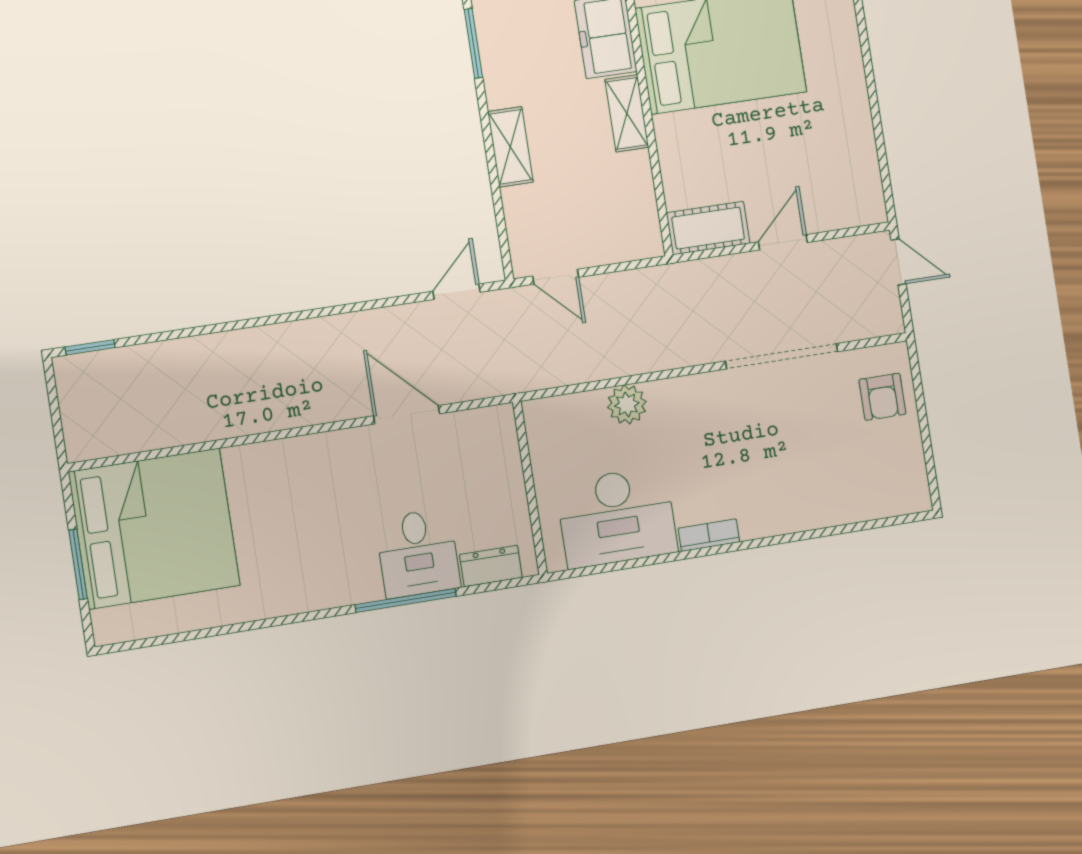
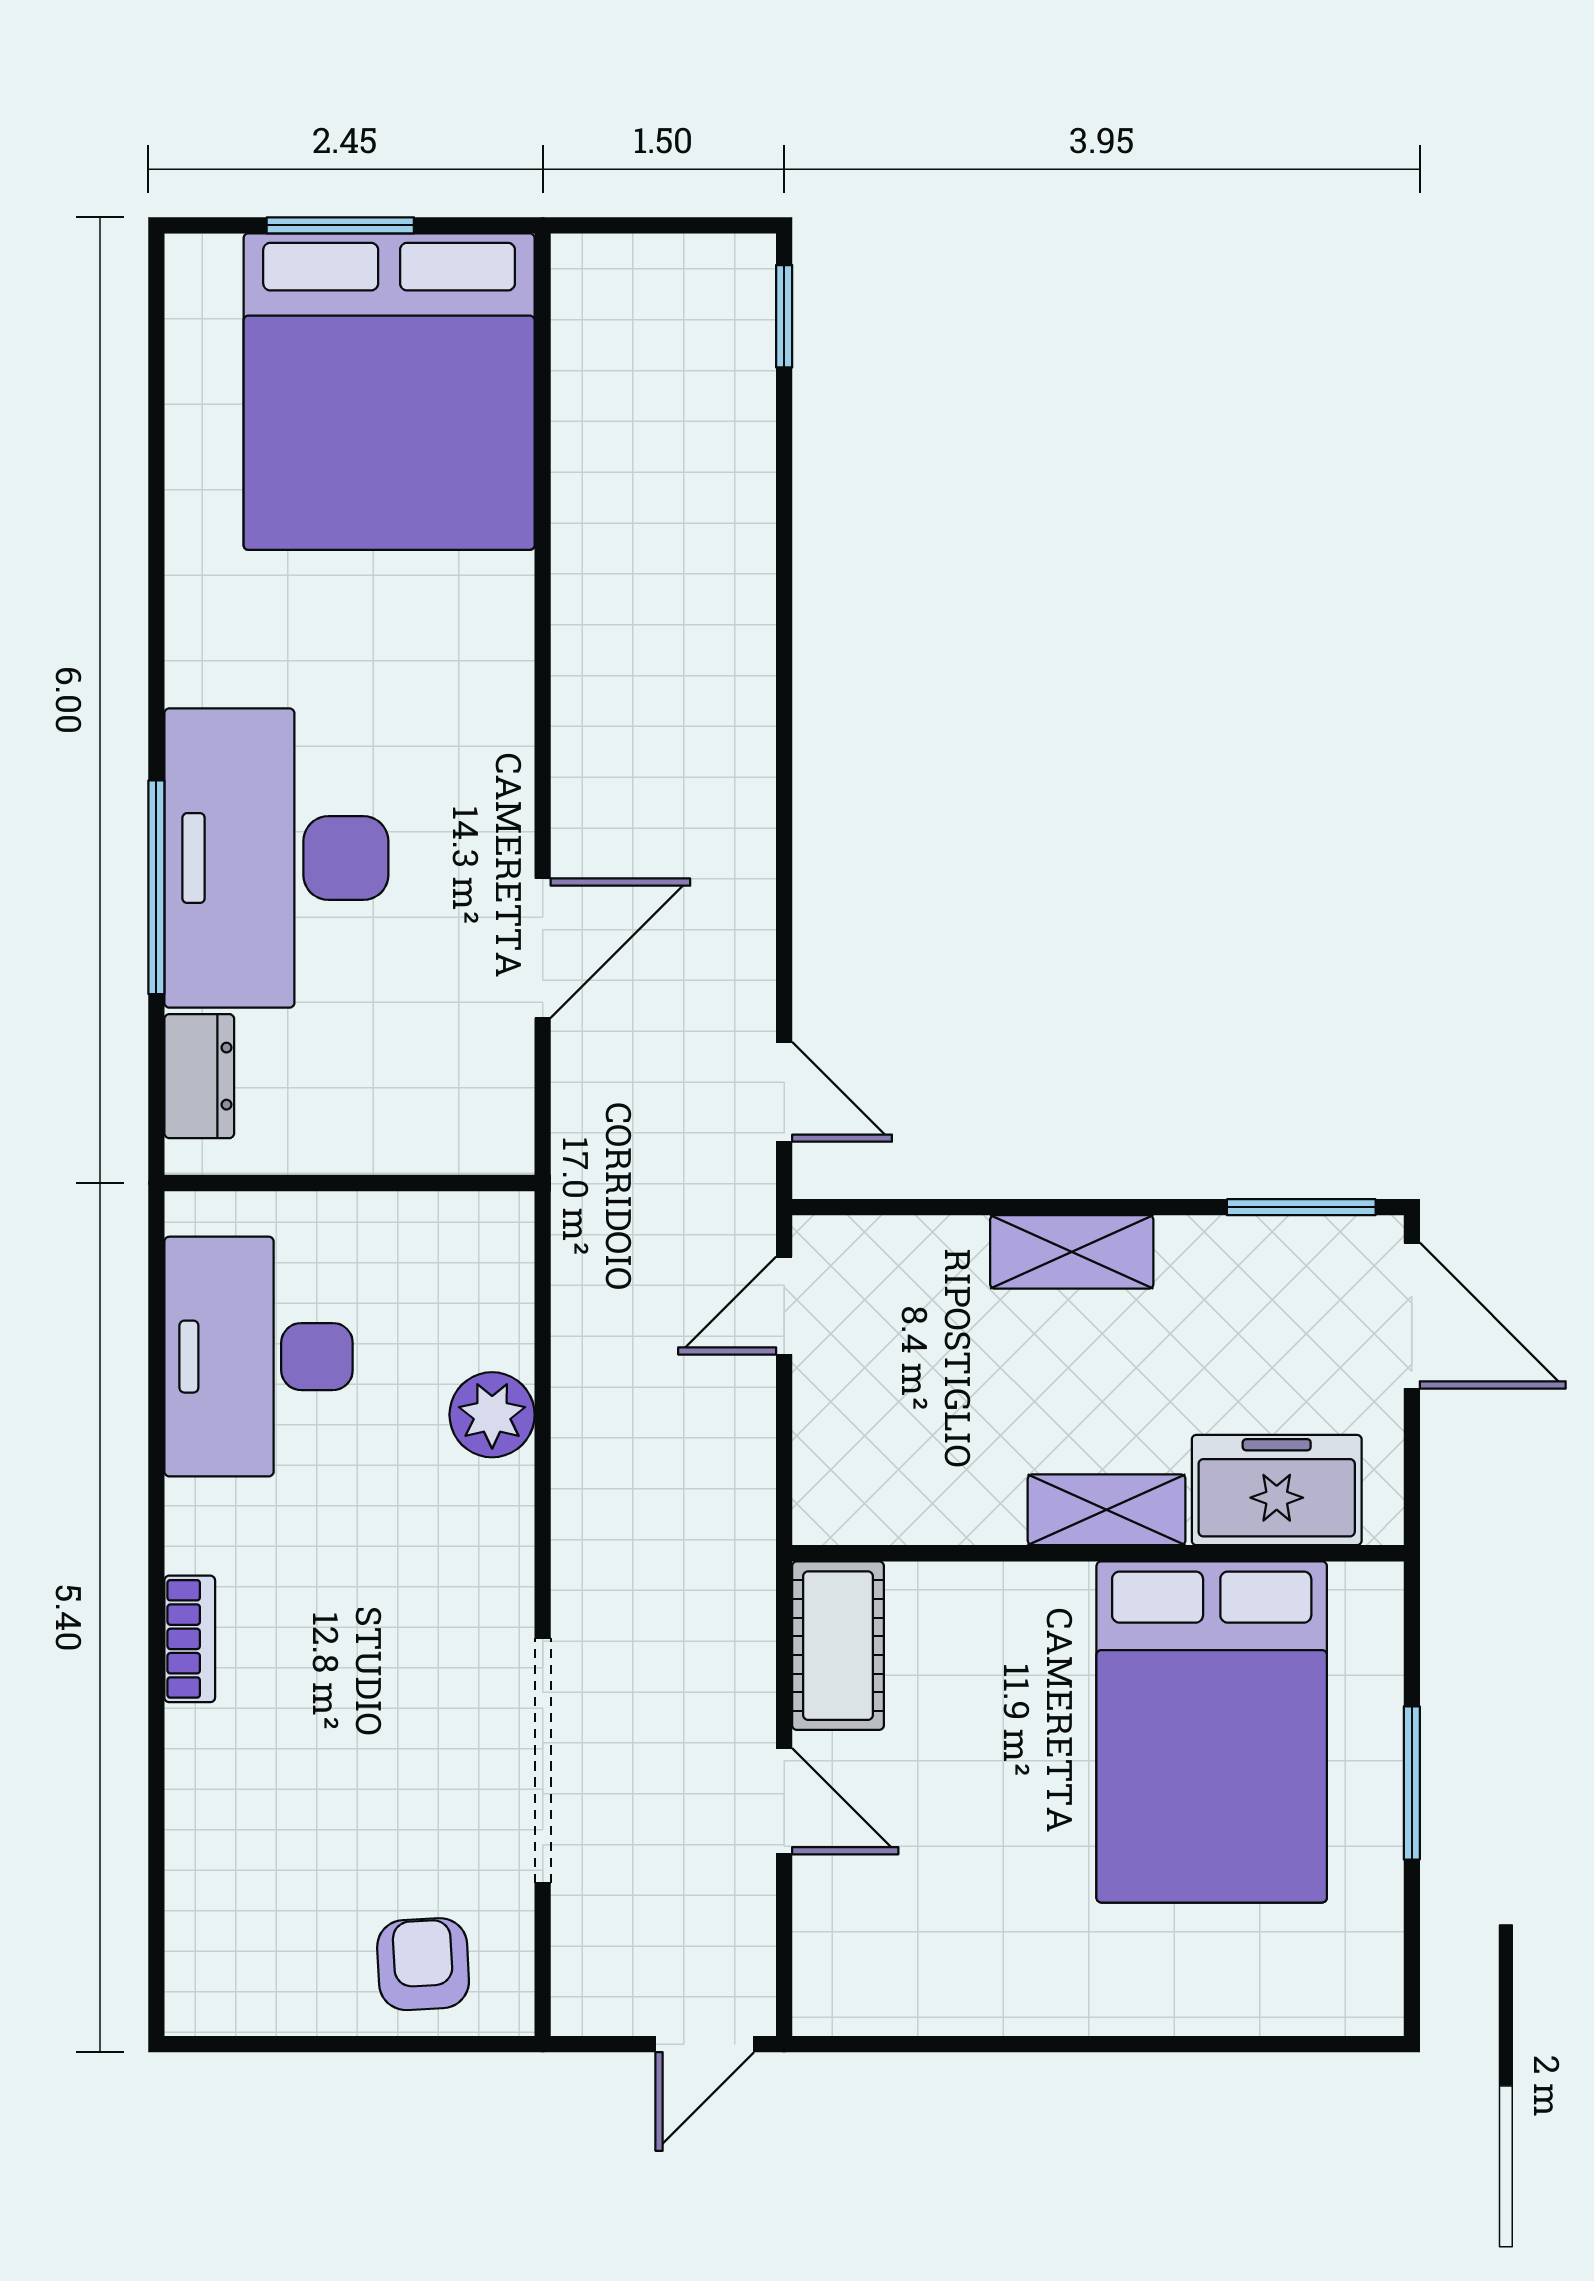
armchair: (882, 397) -> (423, 1964), turned 87
bookcase: (709, 535) -> (190, 1639), moved
desk: (418, 553) -> (276, 858), width x1.87, depth x1.30

